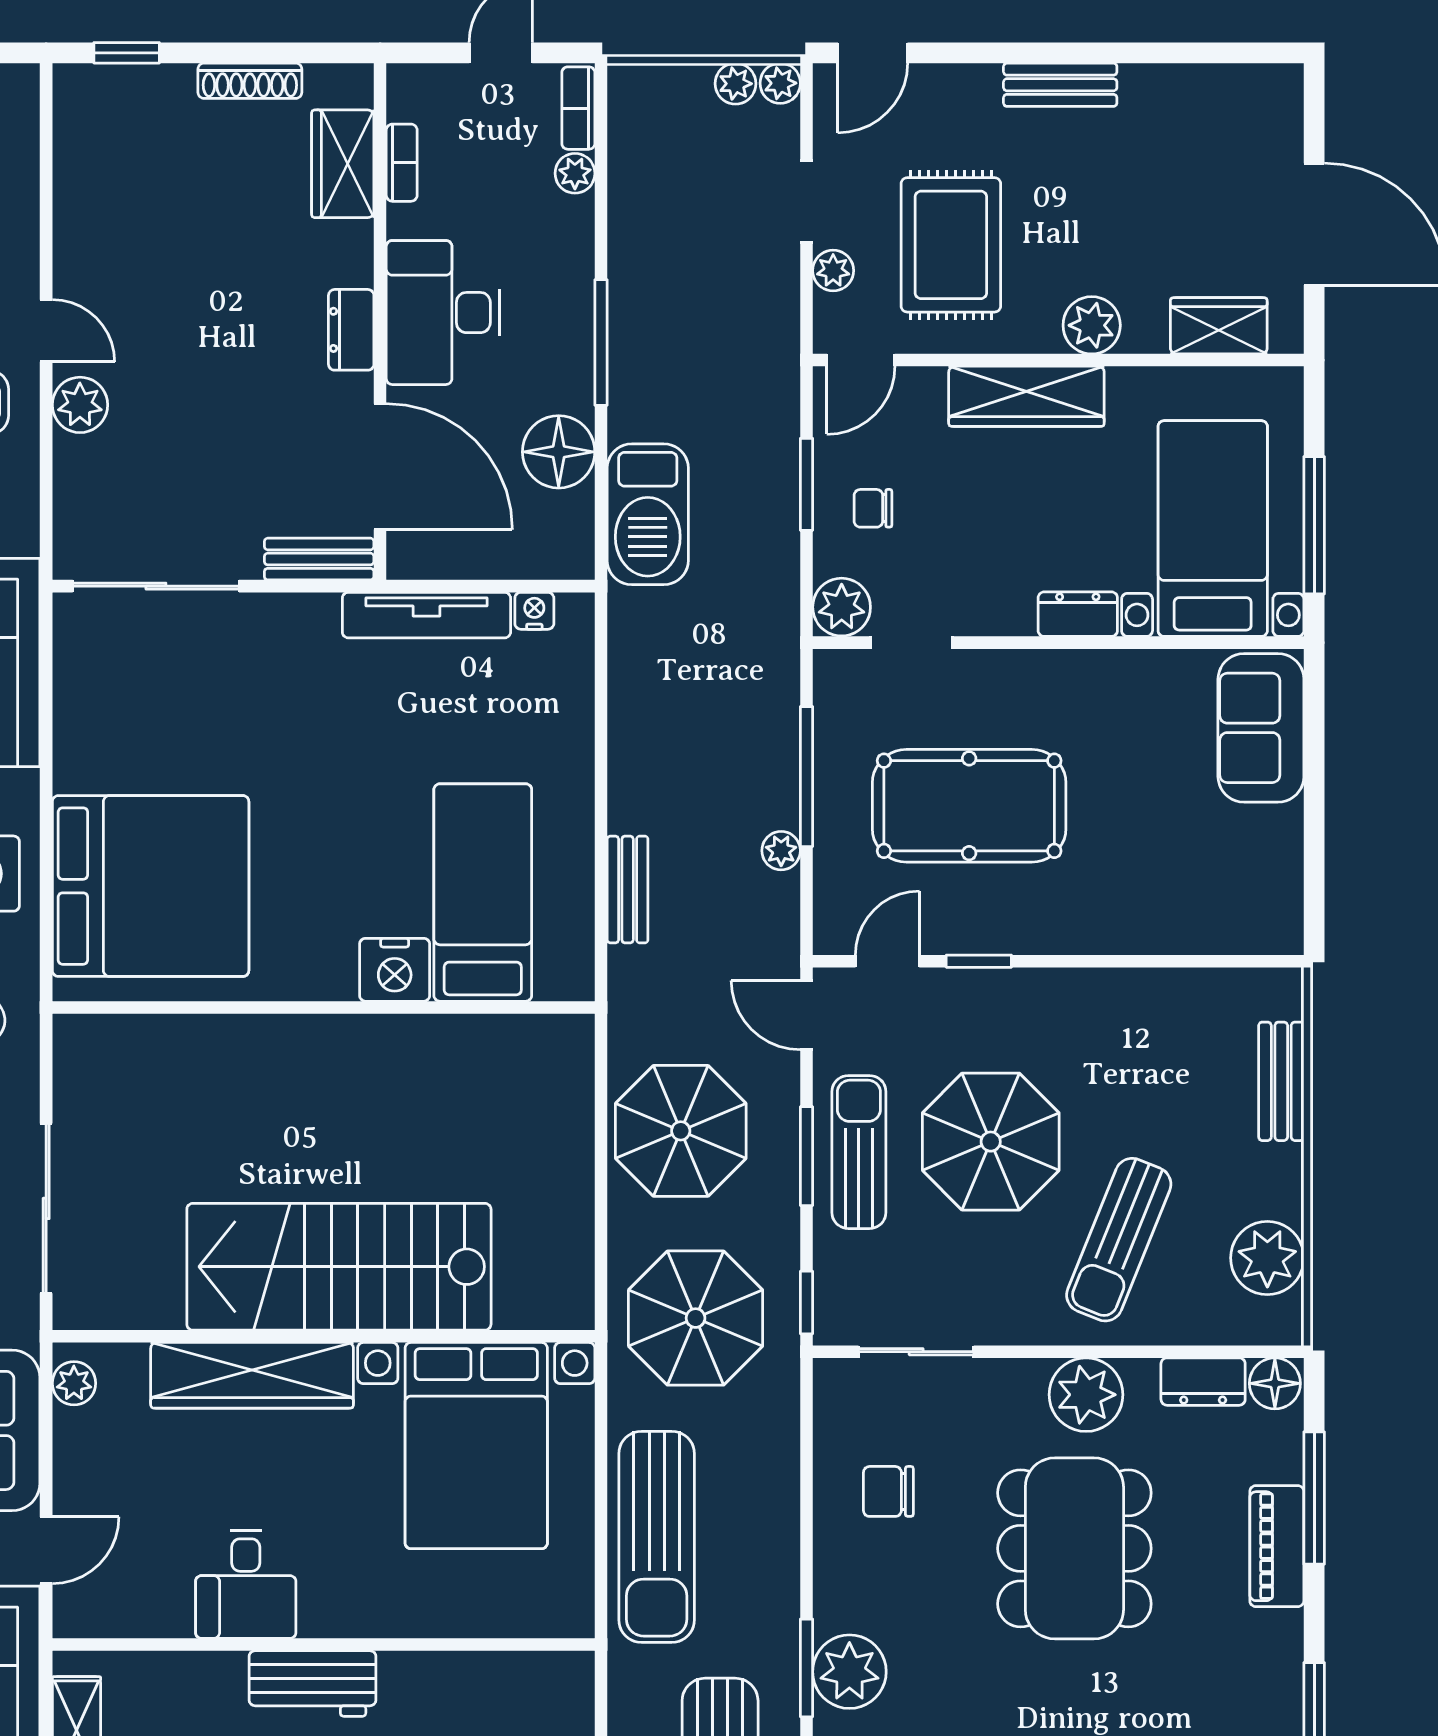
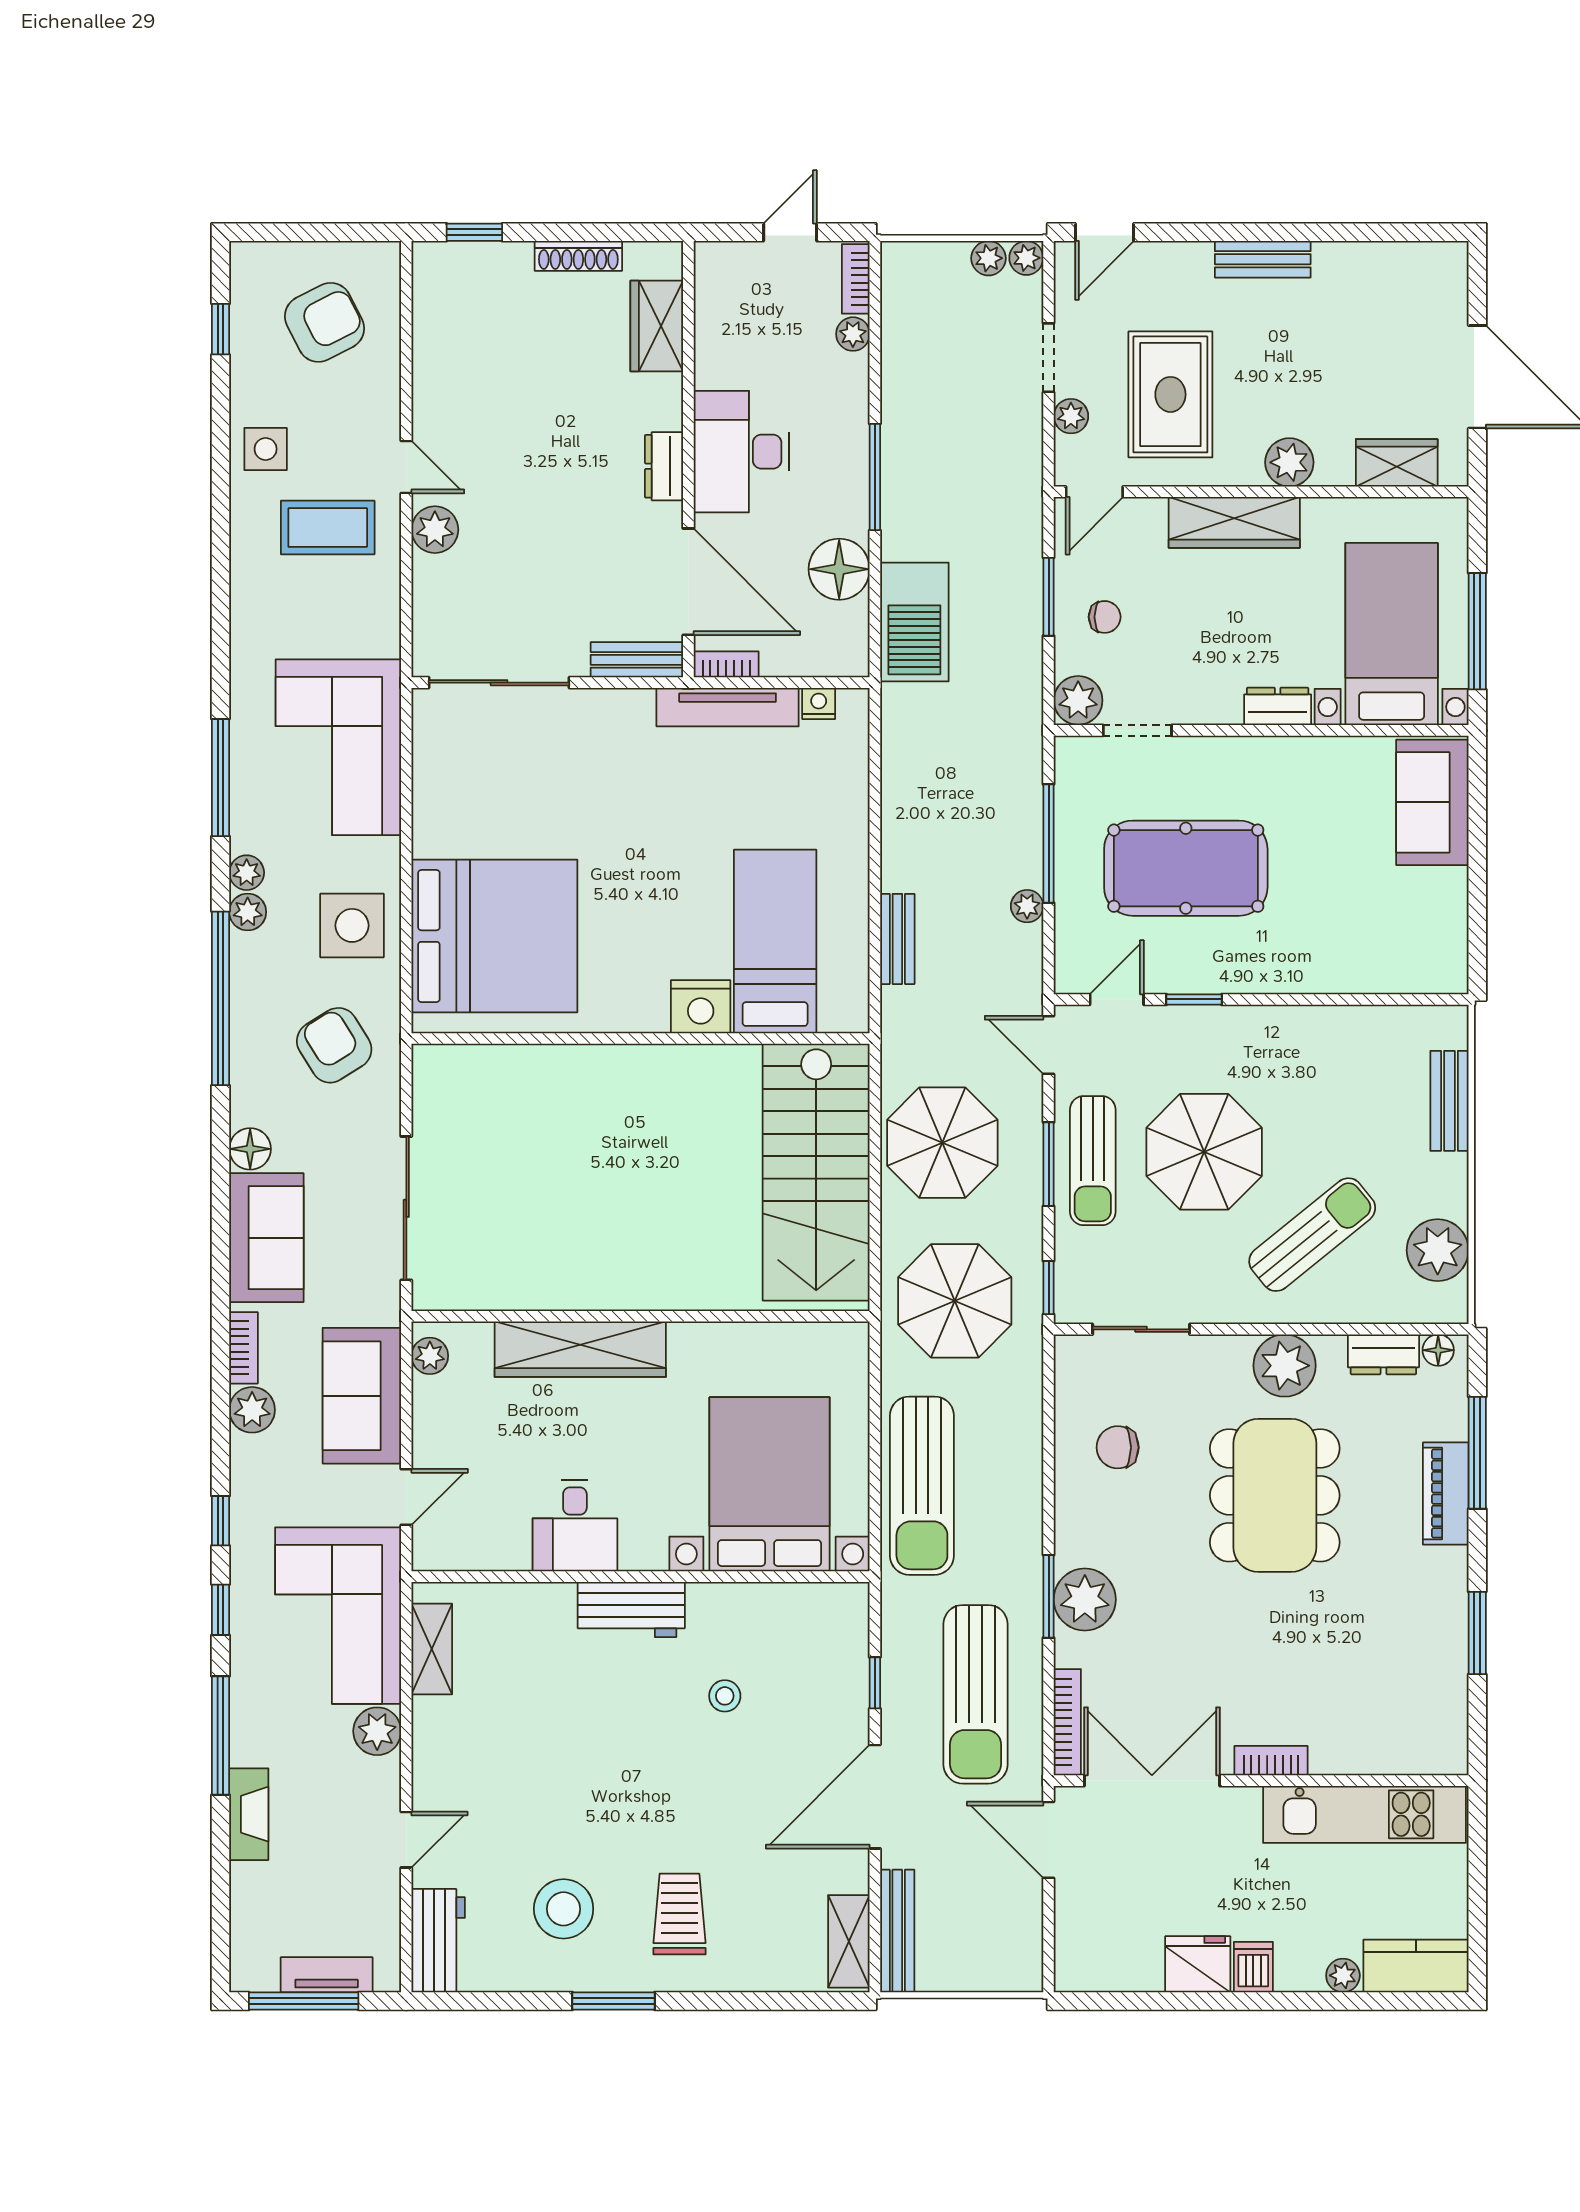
bookcase: (402, 163) -> (726, 664), moved, turned -90
chair: (873, 508) -> (1105, 617), turned 180
sun lounger: (859, 1152) -> (1093, 1161), turned 180
sun lounger: (1119, 1240) -> (1312, 1235), turned -151
stairs: (339, 1267) -> (816, 1172), moved, turned -90
floor lamp: (1275, 1383) -> (1438, 1350), width x0.73, depth x0.73
bed with nightstands: (476, 1446) -> (770, 1484), moved, turned 180

